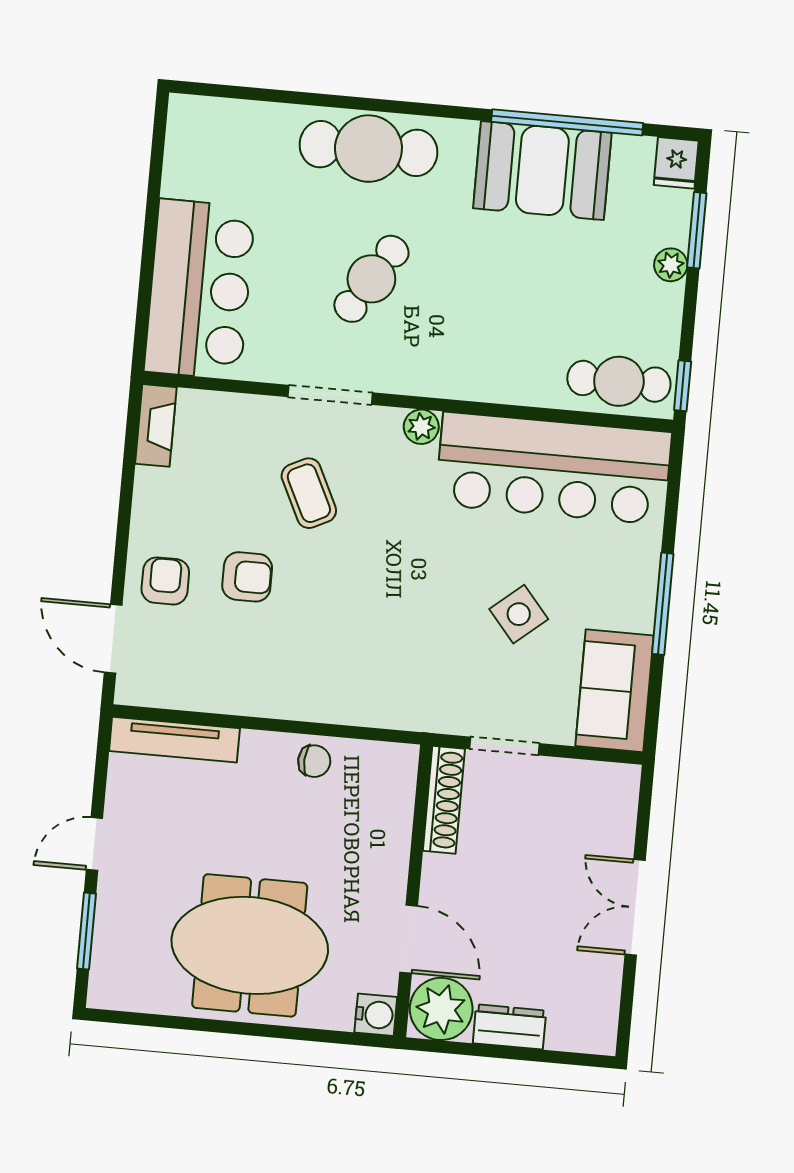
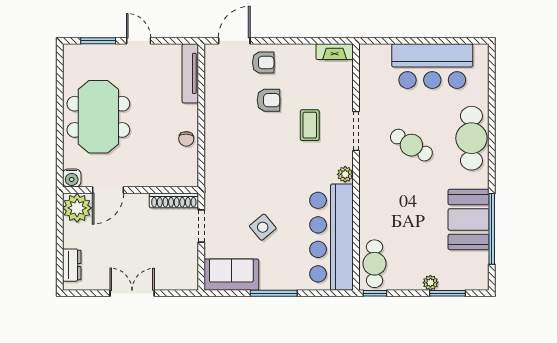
fridge: (676, 163) -> (478, 281), removed
bar counter: (200, 289) -> (432, 66), moved
coffee table: (309, 493) -> (310, 125), turned -64
armchair: (247, 577) -> (269, 100), turned -90
dresser: (509, 1027) -> (72, 265), moved

